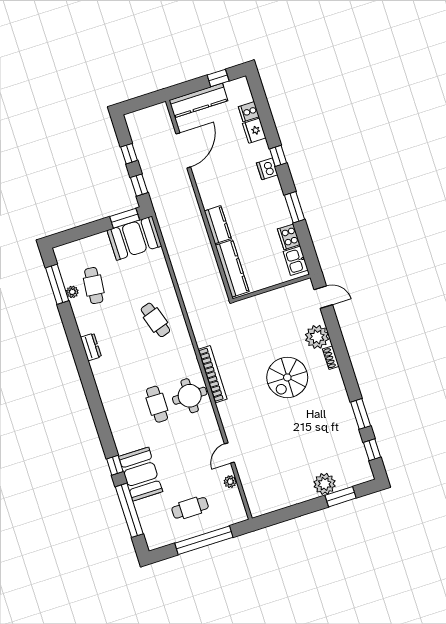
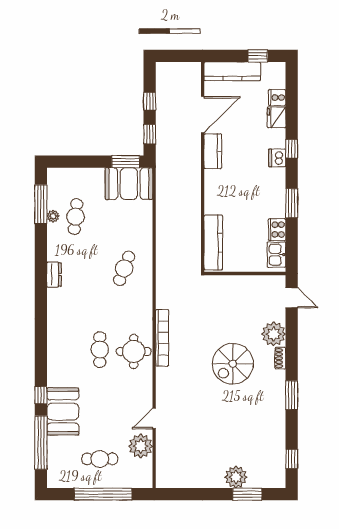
kitchen counter: (218, 225) -> (213, 151), moved
cafe table: (155, 320) -> (124, 268), turned 39
window: (361, 414) -> (292, 395), moved
plant: (230, 482) -> (141, 446), width x1.88, depth x1.88

